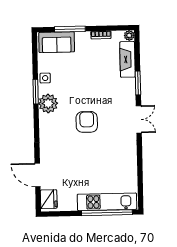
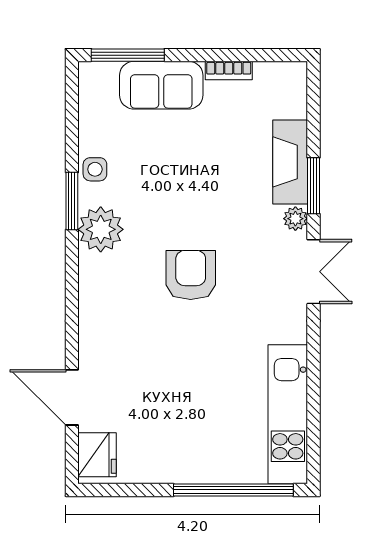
window: (70, 29) -> (128, 55), moved
plant: (129, 35) -> (295, 219), moved
sofa: (57, 42) -> (161, 85), moved
fireplace: (127, 59) -> (290, 162), moved
kitchen unit: (107, 202) -> (288, 414), moved, turned -90

